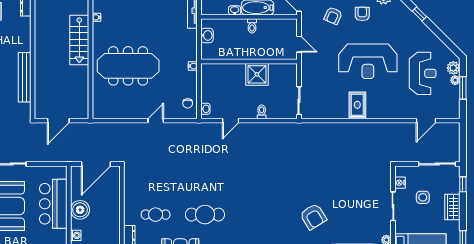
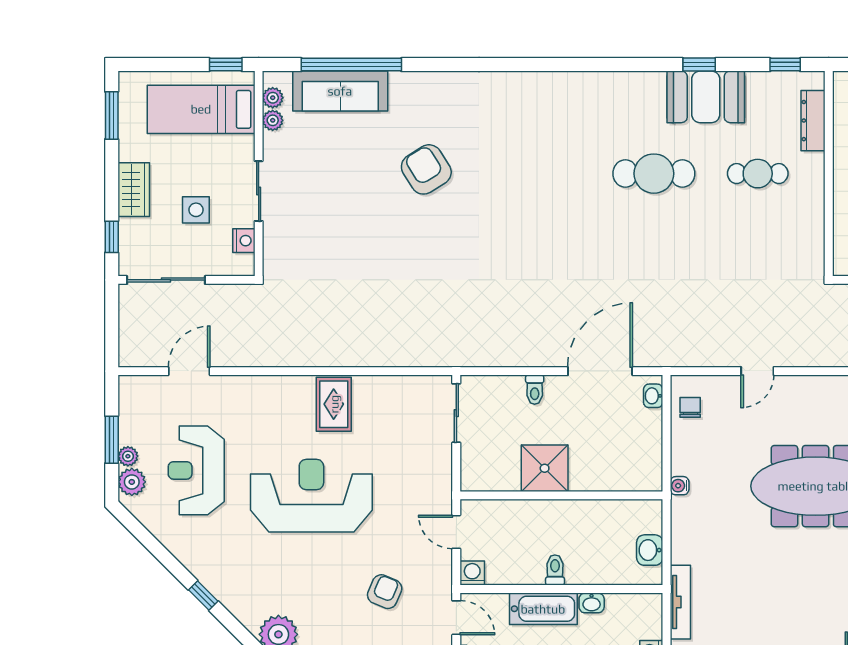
armchair: (362, 14) -> (323, 595), removed
washing machine: (291, 24) -> (472, 573), added
door: (231, 121) -> (600, 371), width x1.88

